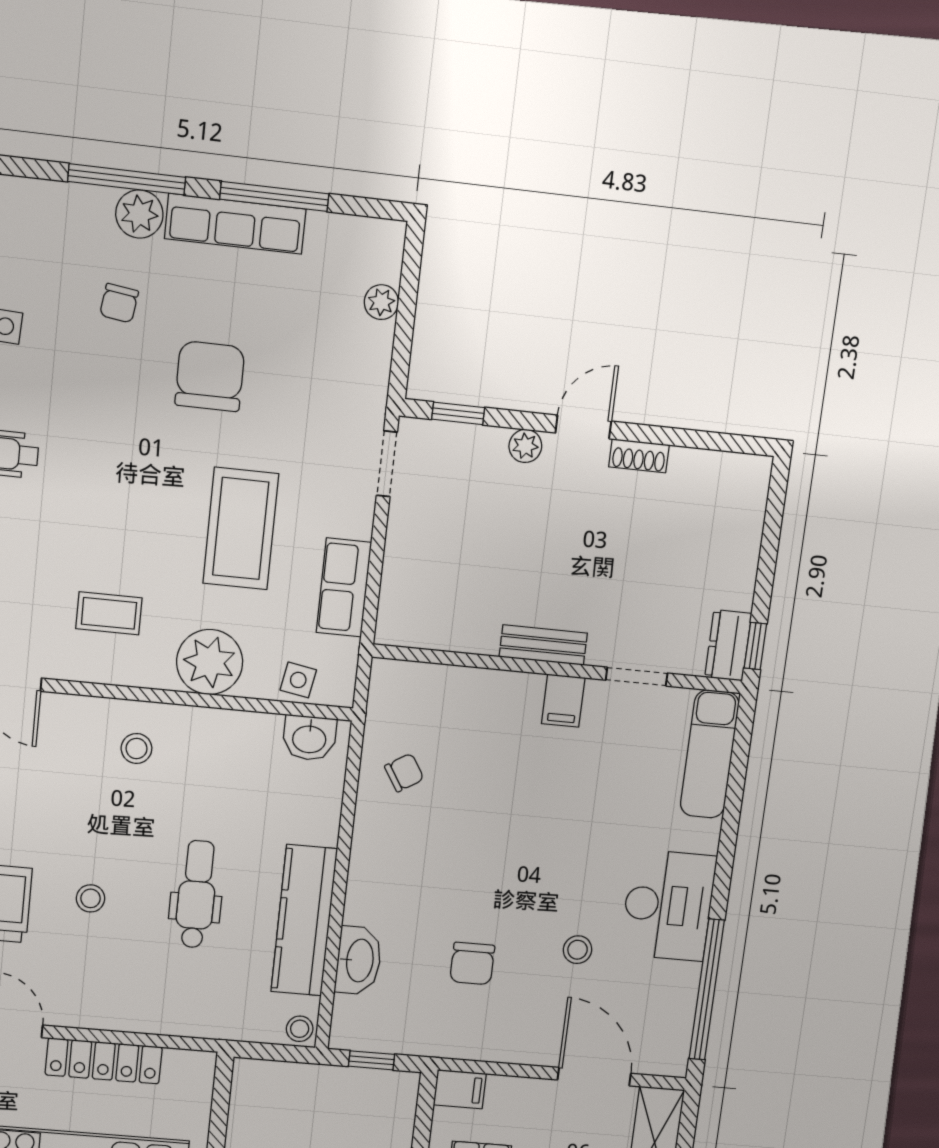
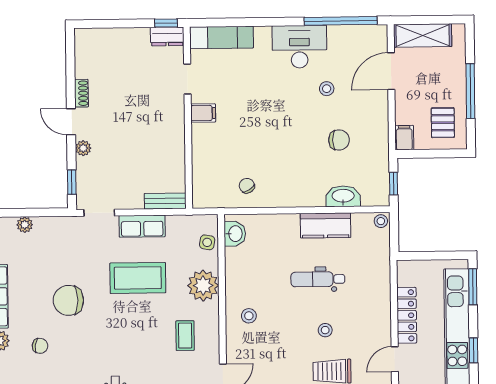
row of seats: (344, 587) -> (142, 226), moved
bench: (543, 645) -> (165, 201), moved, turned 90
kitchen counter: (304, 920) -> (326, 225), width x0.67

